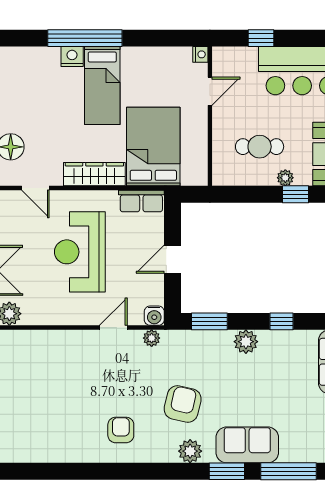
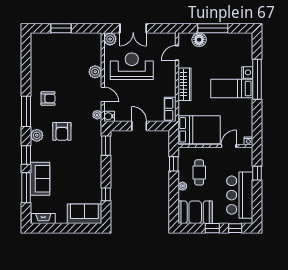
door: (210, 91) -> (229, 146), swing flipped
bed: (153, 147) -> (199, 130), moved
window: (296, 194) -> (174, 164), moved
reception desk: (80, 252) -> (132, 66), moved
window: (282, 321) -> (106, 194), moved
plant: (246, 342) -> (95, 72), moved
armchair: (183, 404) -> (62, 131), turned 77
sofa: (247, 445) -> (40, 179), moved
window: (145, 471) -> (26, 111), added

